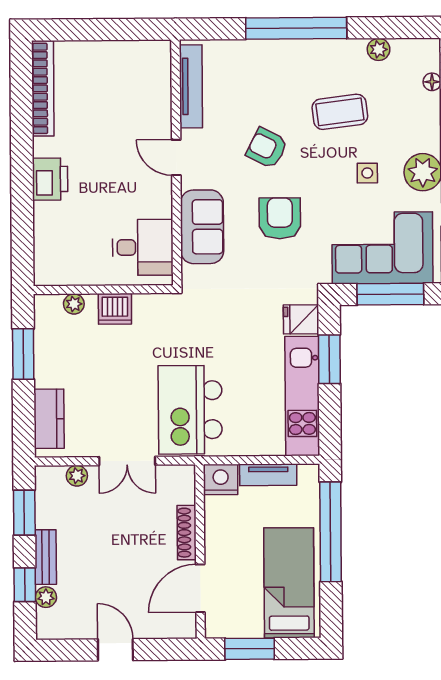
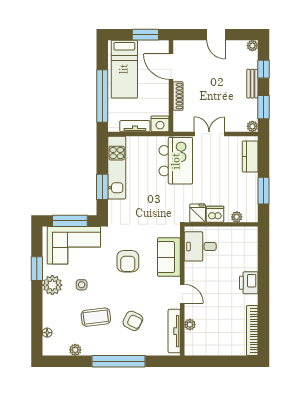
plant: (161, 99) -> (190, 325), added
armchair: (267, 148) -> (133, 321), moved
fridge: (301, 319) -> (198, 213), moved, turned -90
plant: (77, 476) -> (252, 126), moved
door: (200, 588) -> (171, 67), swing flipped
plant: (46, 597) -> (252, 46), moved

